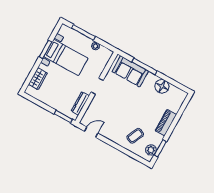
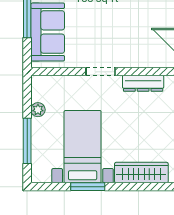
wardrobe: (38, 79) -> (141, 173), width x1.50

